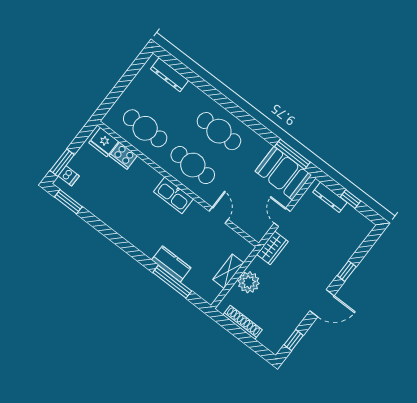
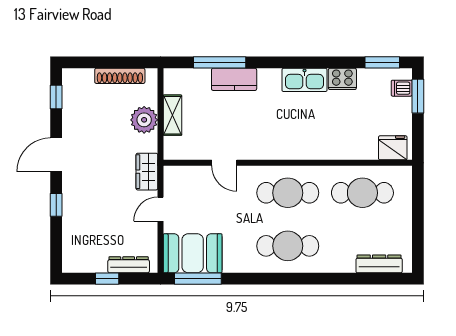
cooker: (123, 156) -> (342, 79), moved, turned 180
kitchen sink: (173, 195) -> (305, 80), moved, turned 180
door: (282, 217) -> (160, 209), swing flipped

